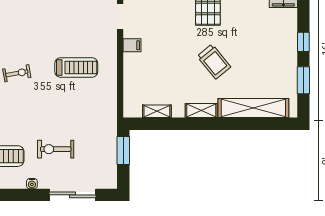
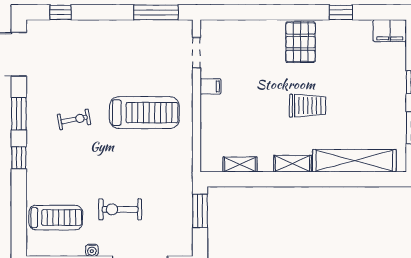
trolley: (214, 62) -> (307, 106), turned -51
treadmill: (76, 67) -> (144, 113), width x1.37, depth x1.38

